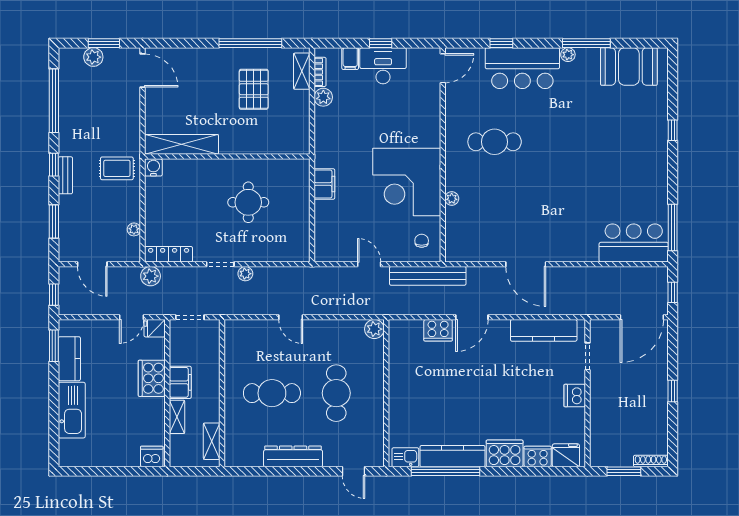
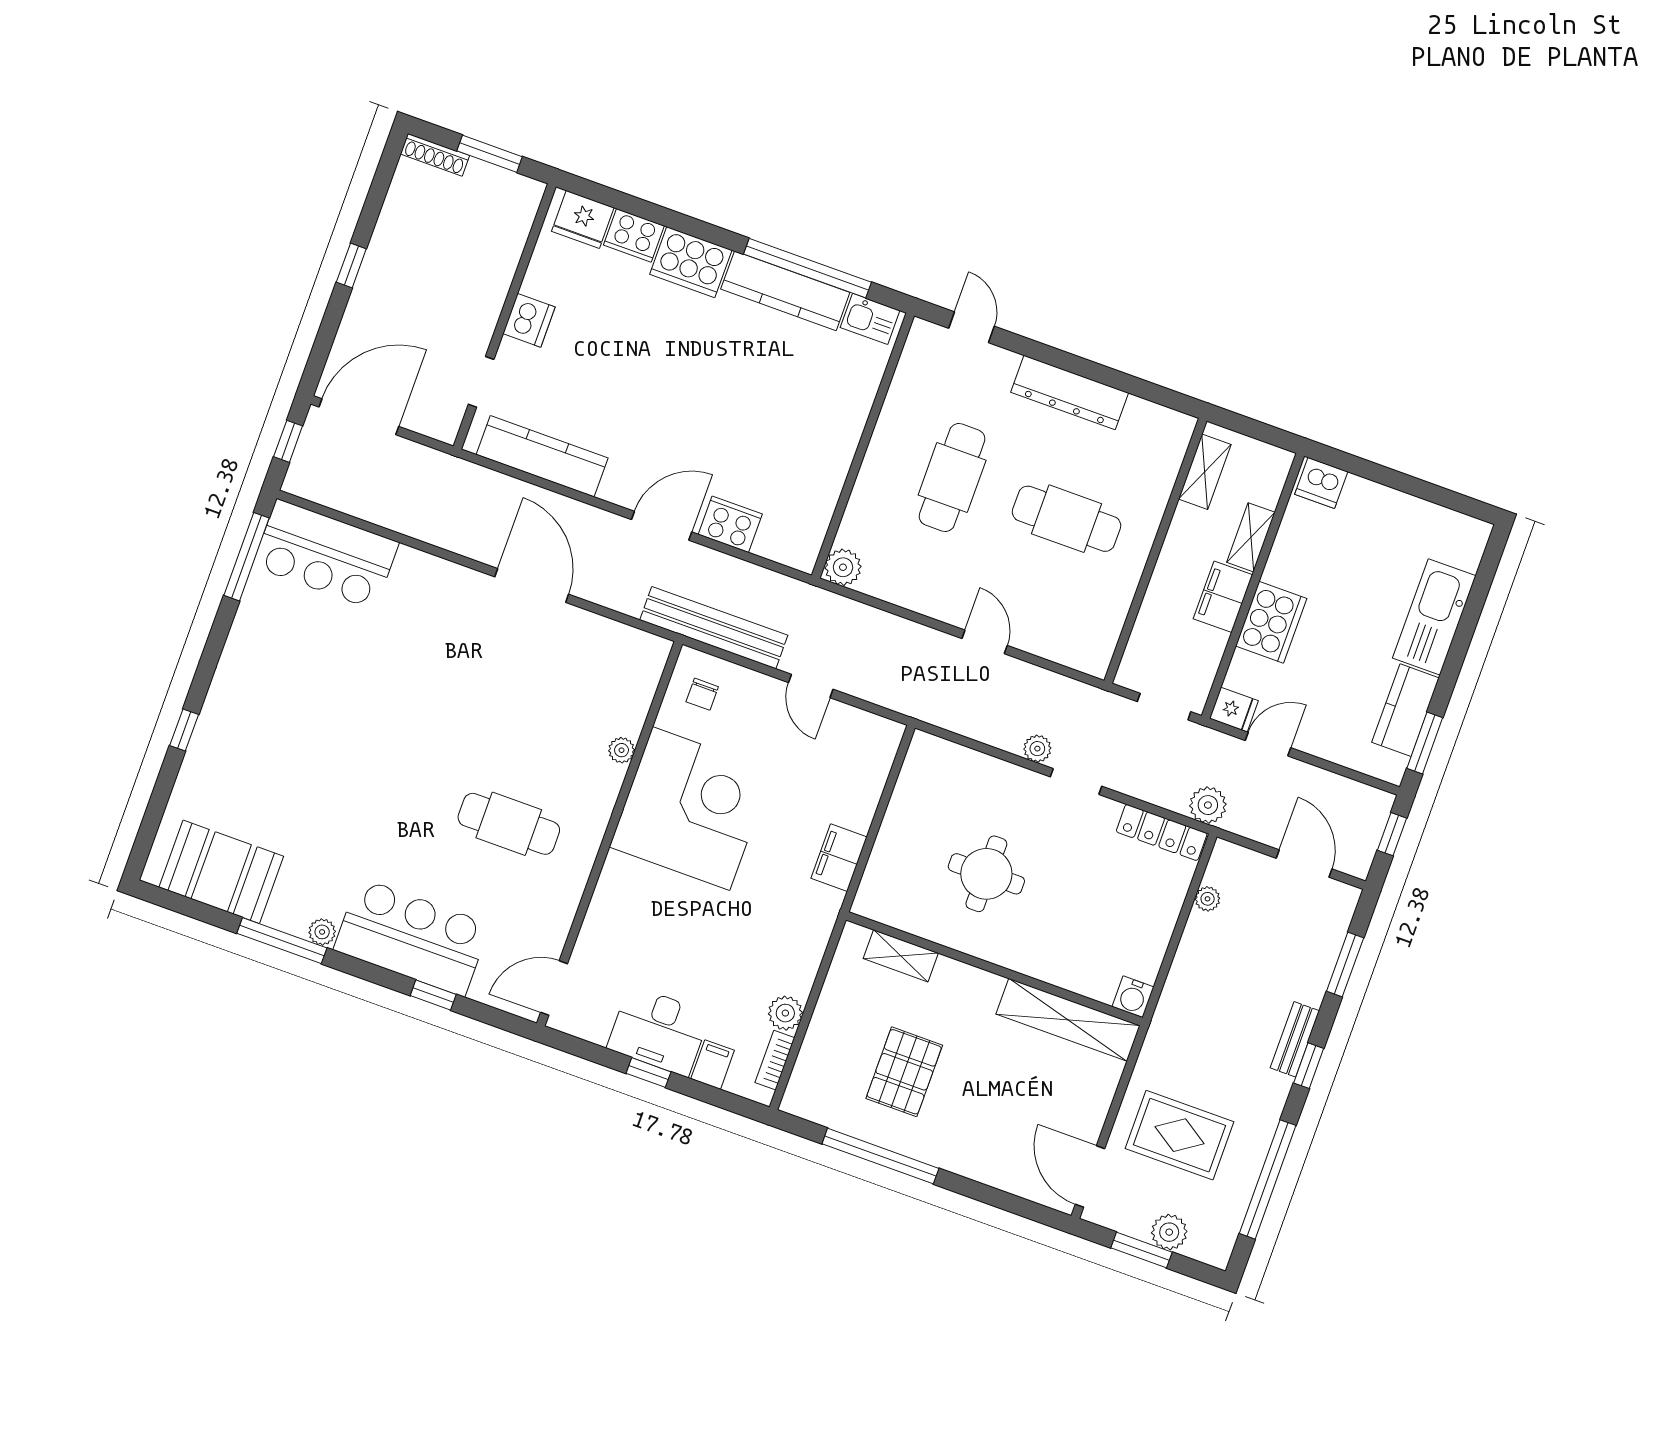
shelving: (302, 71) -> (901, 956), moved, turned 90
rug: (117, 168) -> (1179, 1135), moved, width x1.36, depth x1.43

